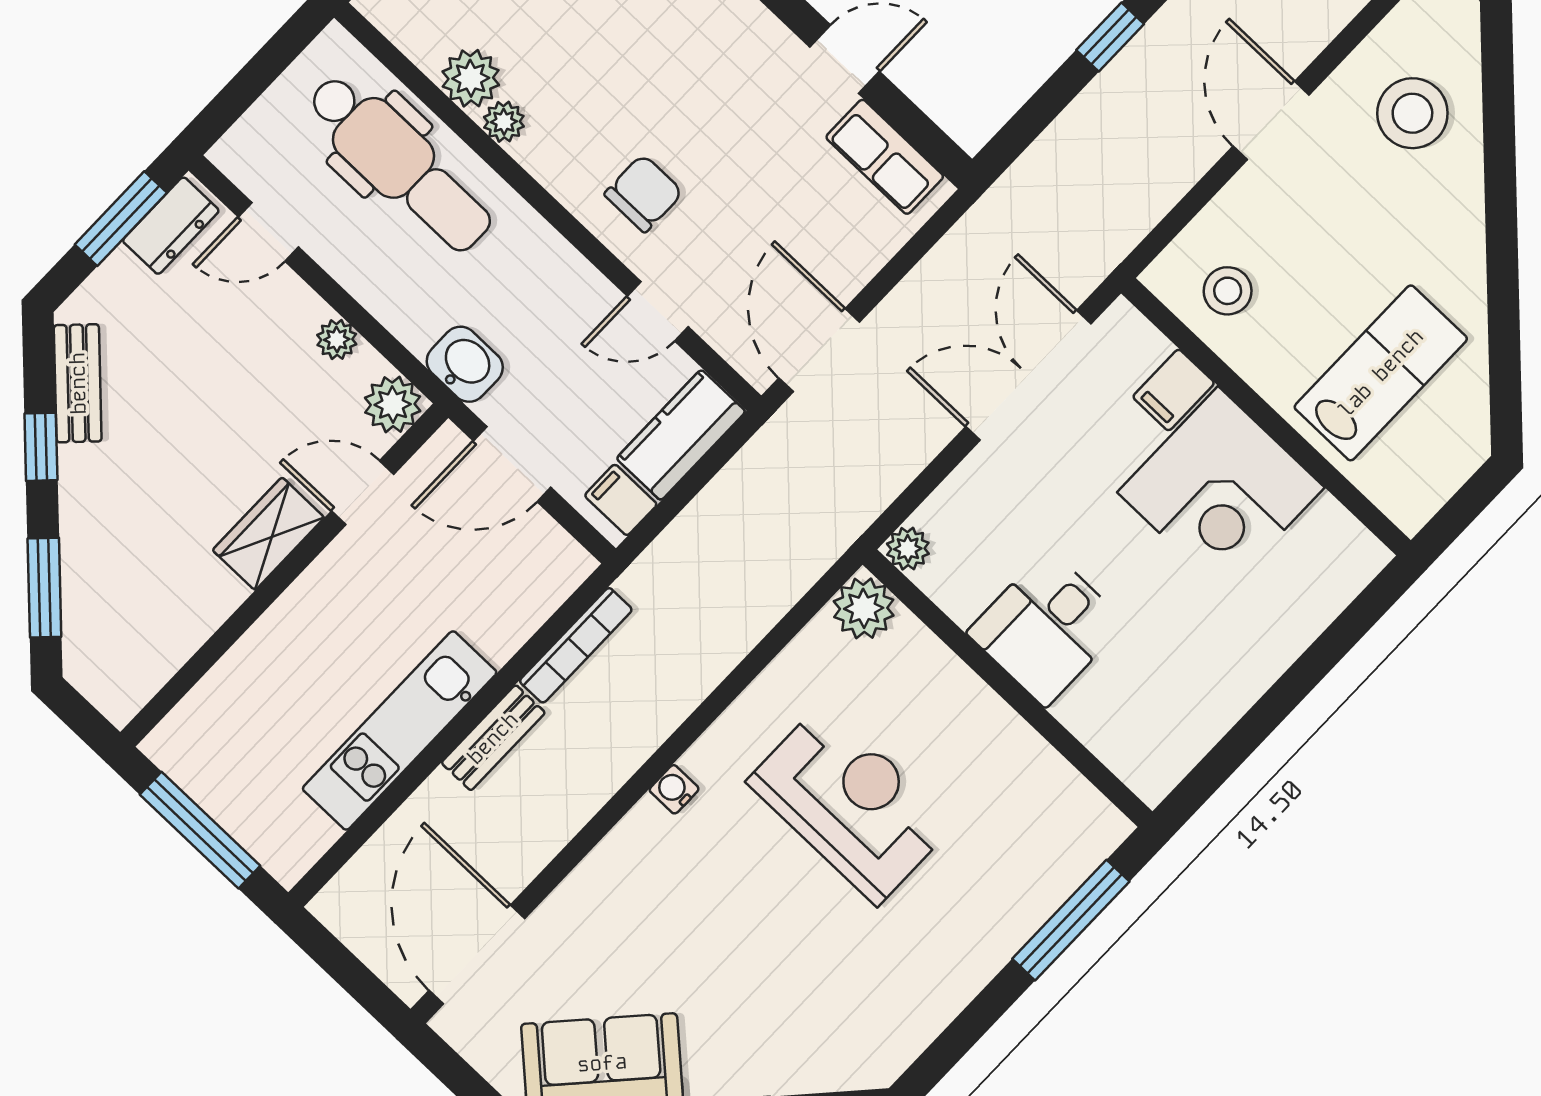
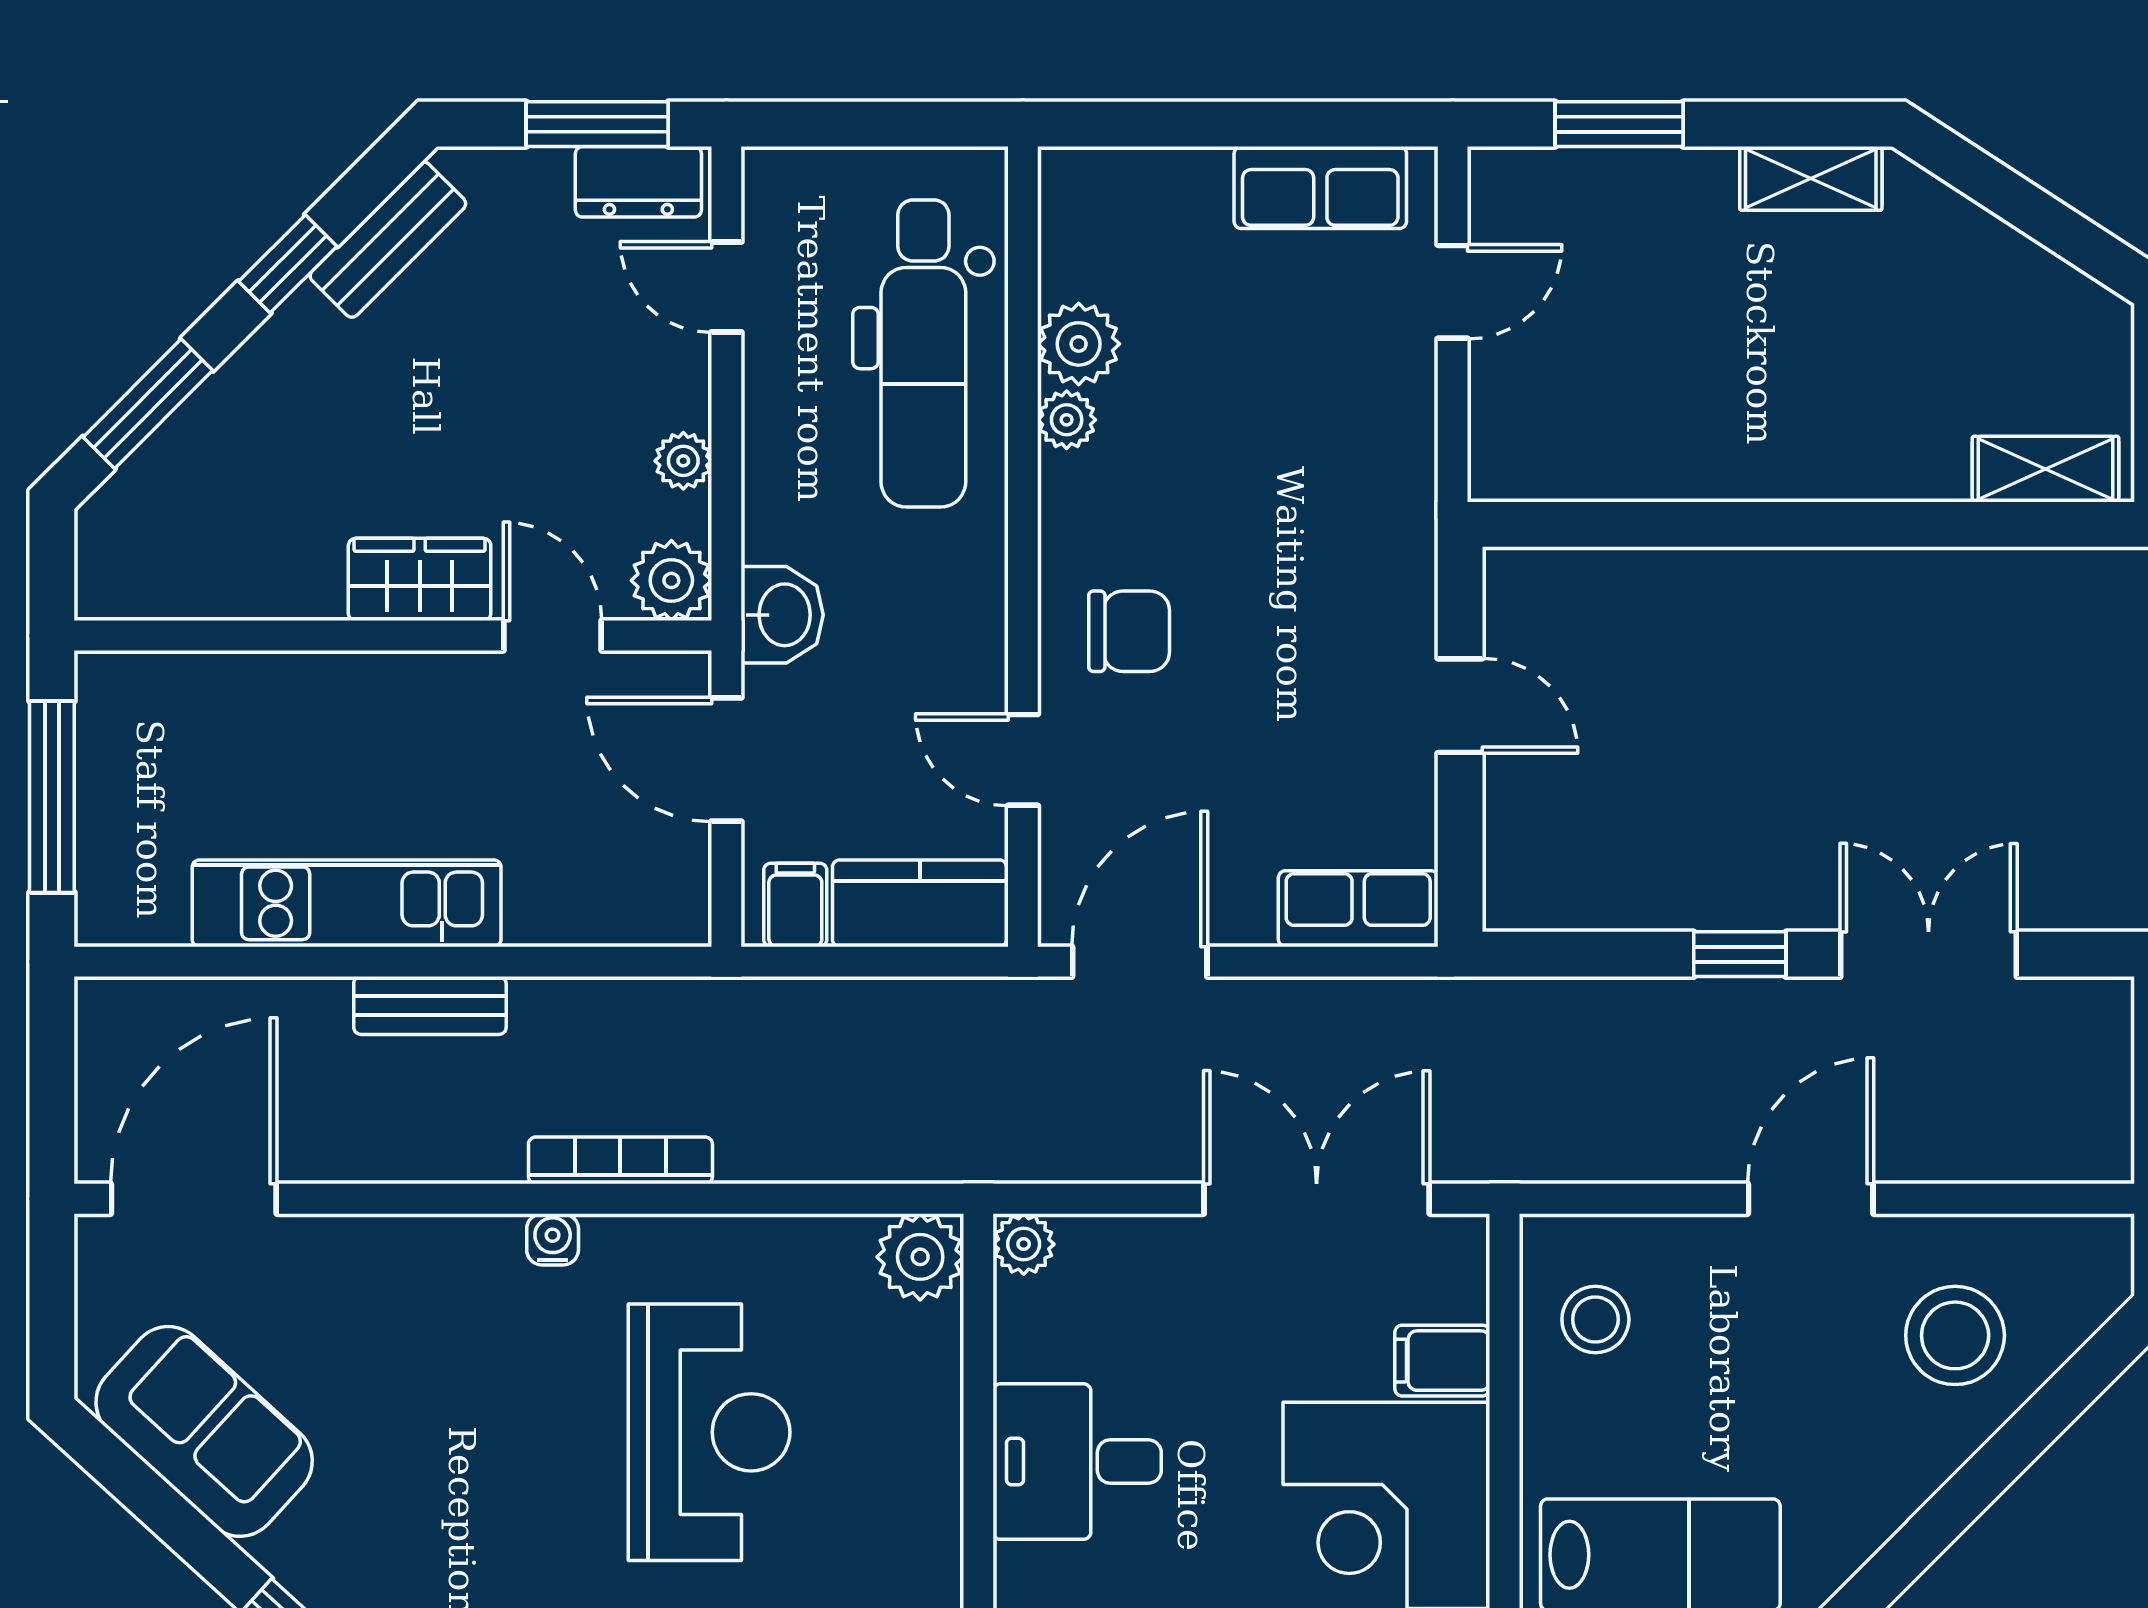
row of seats: (885, 157) -> (1358, 909), moved, turned 90
bookcase: (576, 645) -> (620, 1160), moved, turned 180

